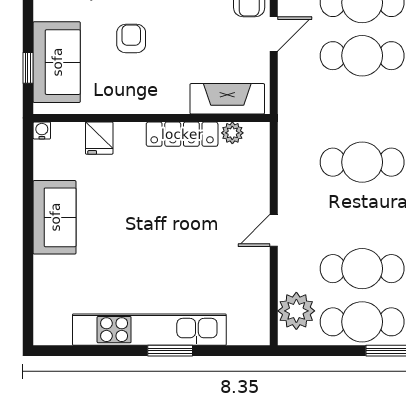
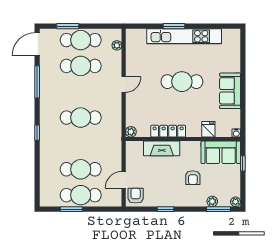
sofa: (57, 62) -> (221, 152), moved, turned -90
fireplace: (227, 99) -> (162, 148), moved
plant: (232, 133) -> (131, 132), moved
cafe table: (154, 236) -> (182, 82), added
plant: (296, 311) -> (117, 45), width x0.53, depth x0.53

